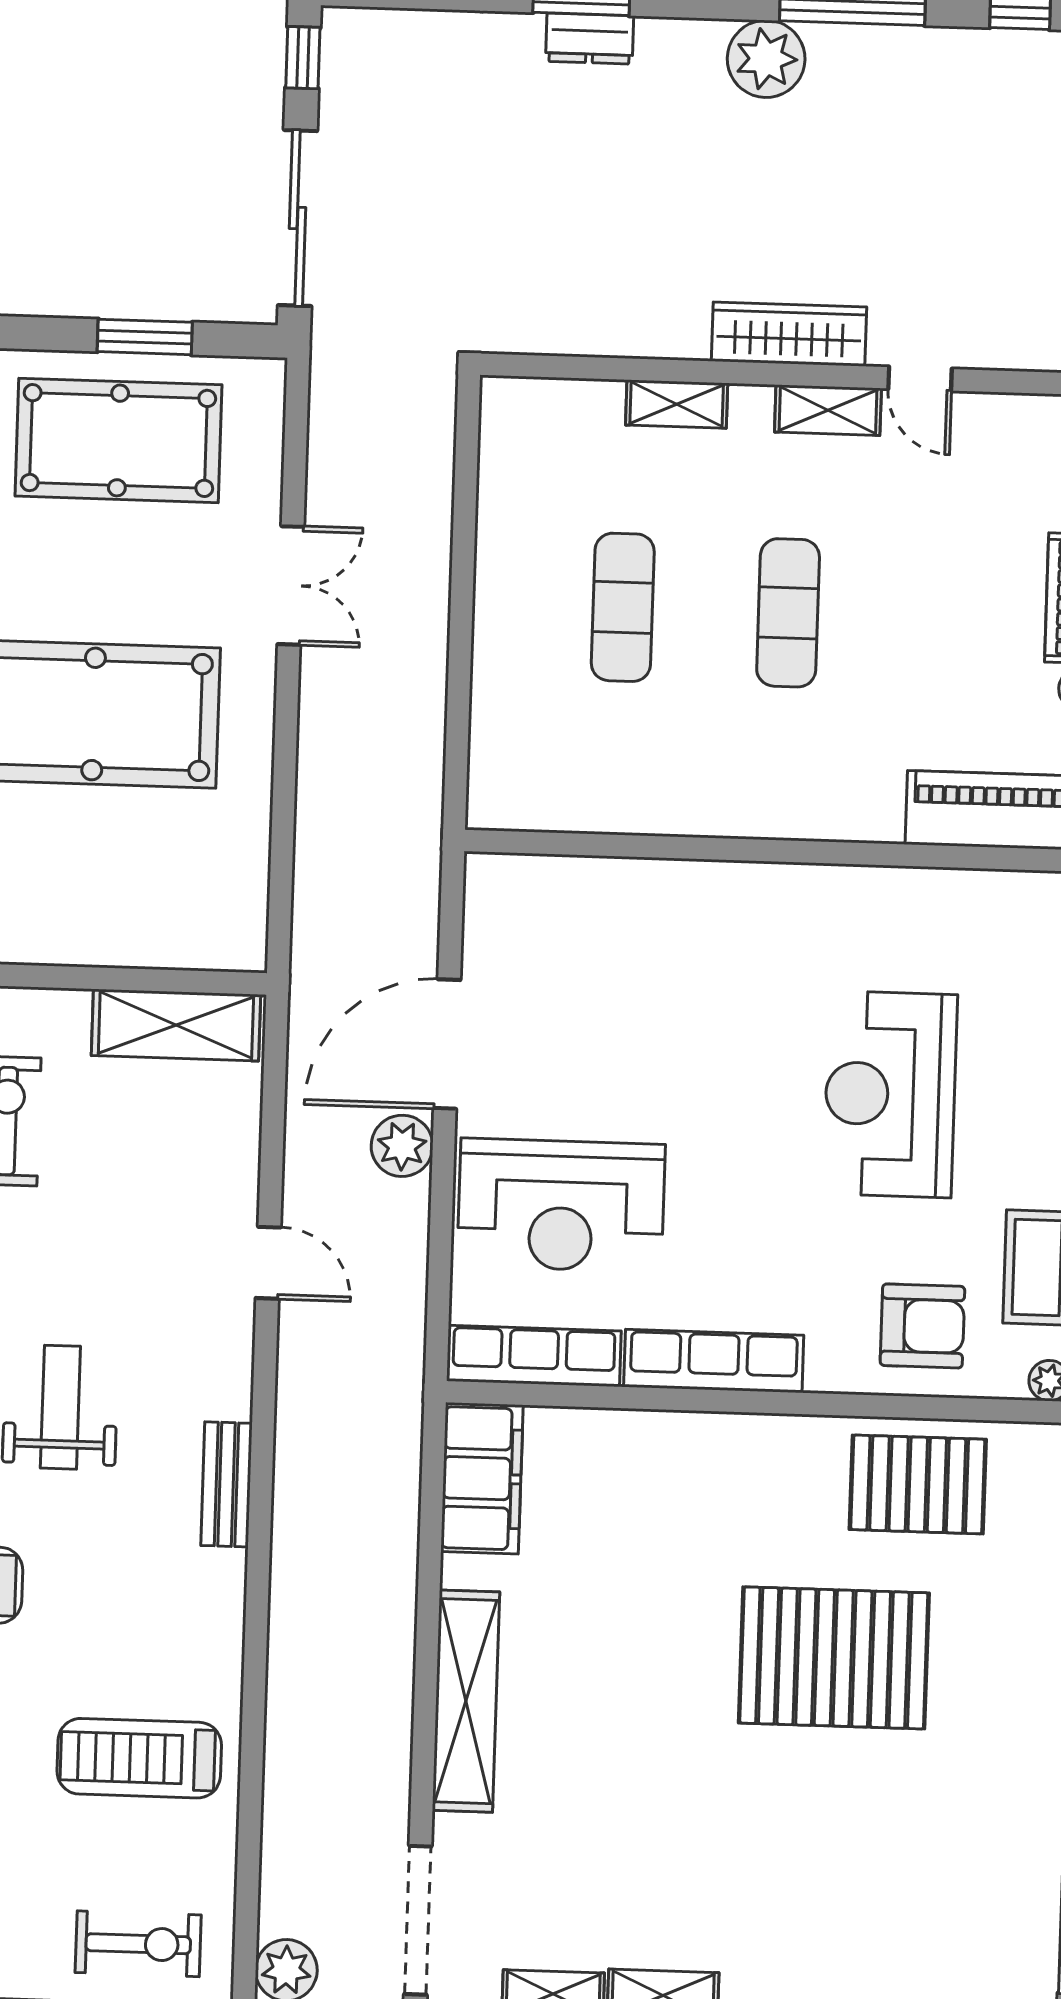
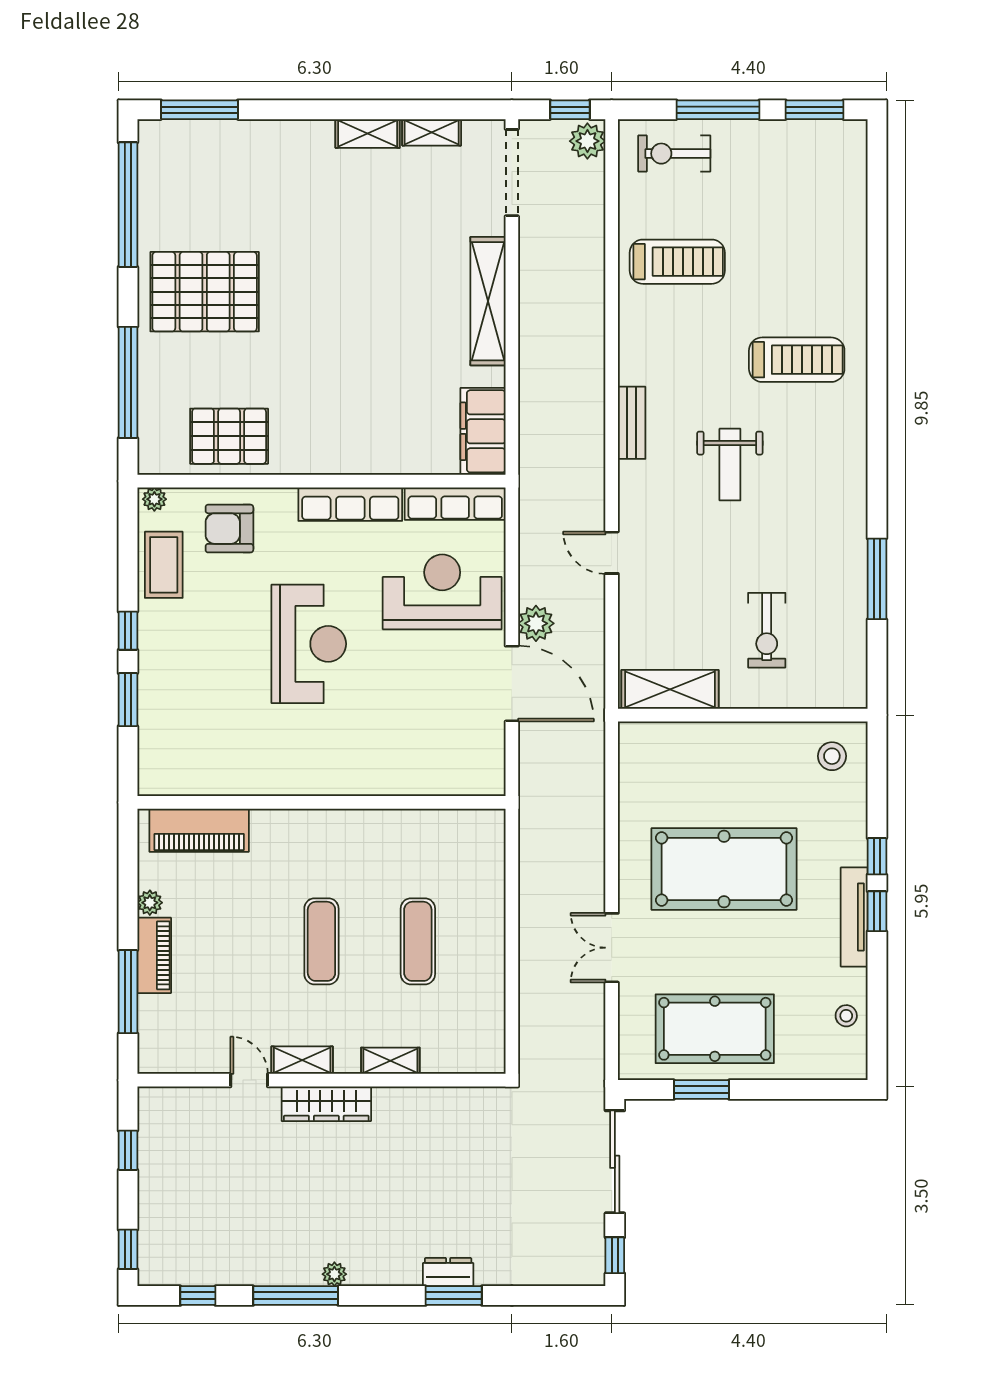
plant: (766, 59) -> (334, 1274), width x0.53, depth x0.53
door: (447, 1044) -> (512, 684), hinge flipped
reception desk: (890, 1094) -> (309, 644), moved
pallet: (834, 1658) -> (205, 292), moved

